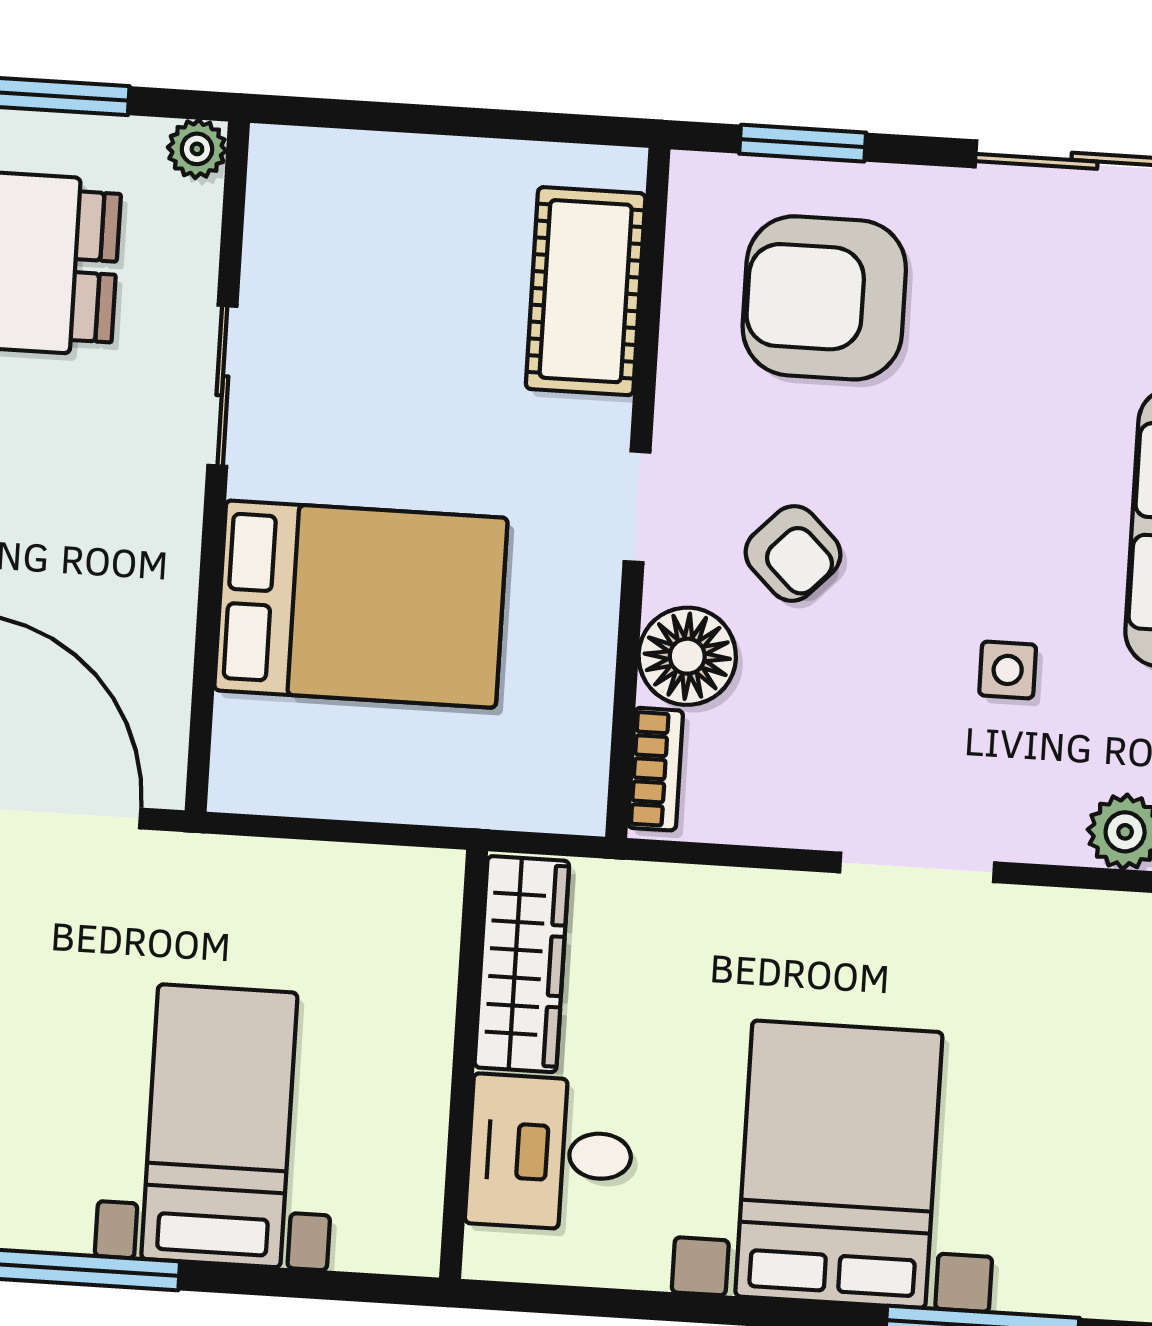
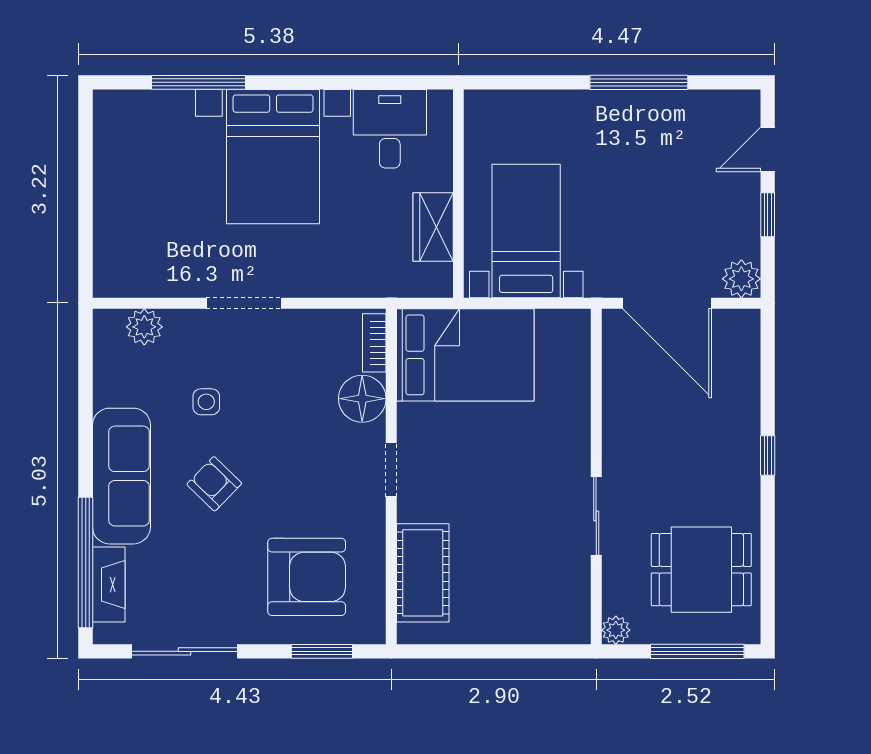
armchair: (793, 553) -> (214, 484), moved
bed: (361, 604) -> (465, 355), moved, turned 180
wardrobe: (522, 964) -> (433, 227), width x0.67
bed with nightstands: (219, 1126) -> (526, 231), moved, turned 180
desk: (550, 1153) -> (390, 129), moved, turned -90

